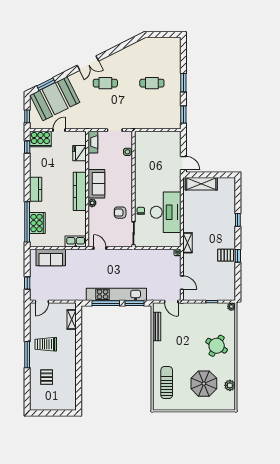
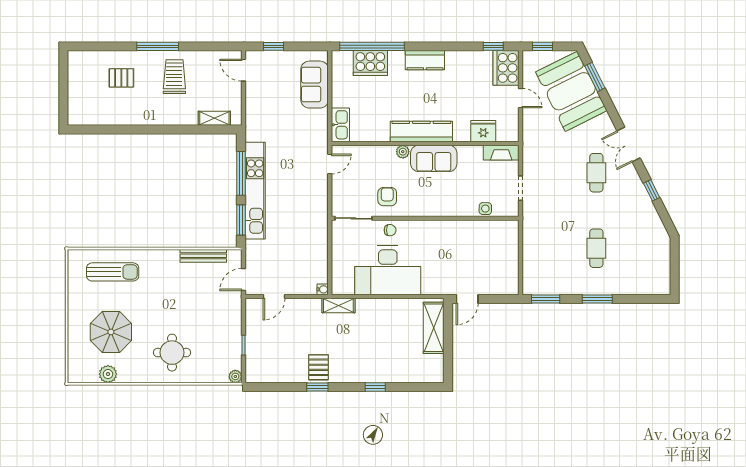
window: (116, 49) -> (652, 190), added
round table: (217, 346) -> (172, 353), turned -30

